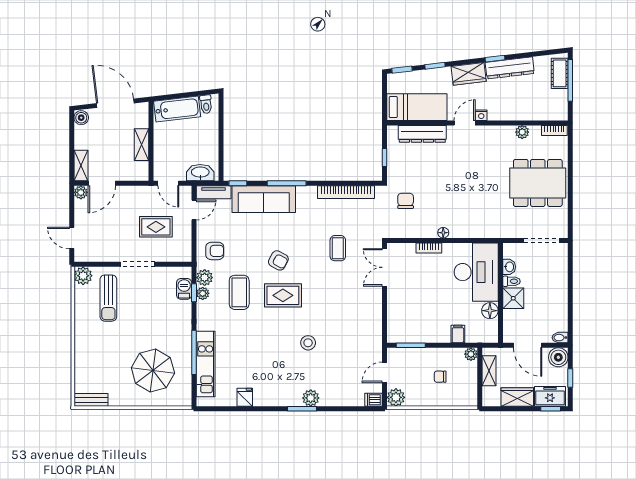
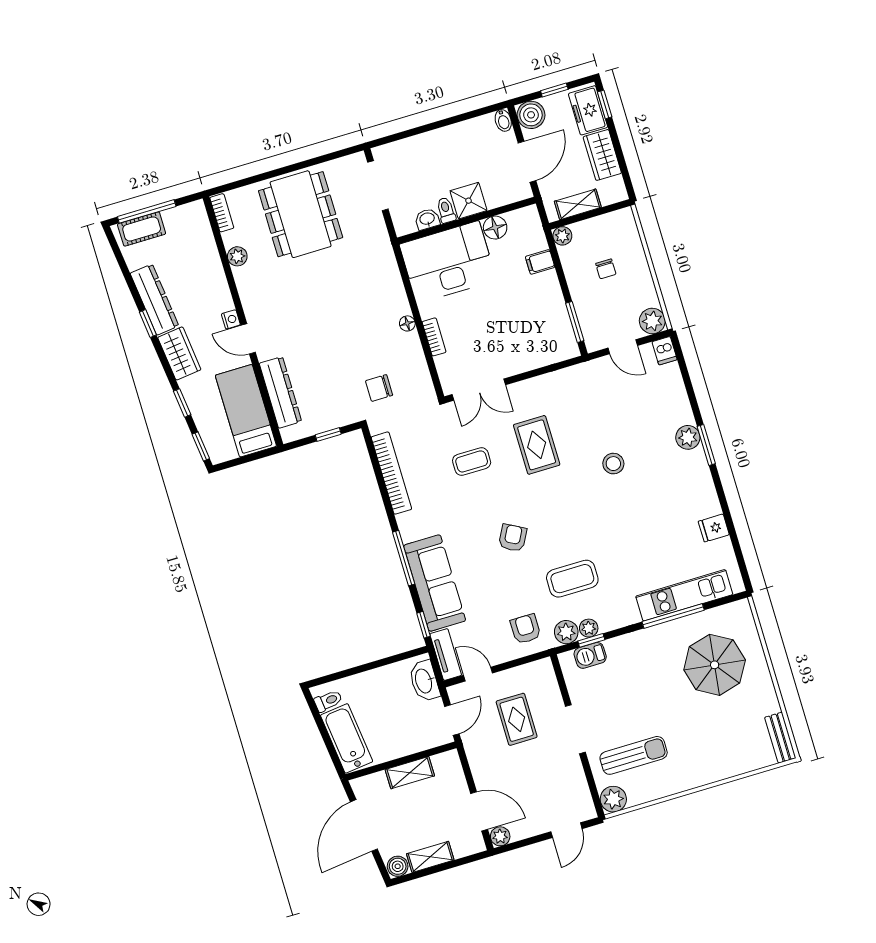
shelving: (81, 166) -> (430, 857), moved
rug: (283, 295) -> (537, 445), moved

